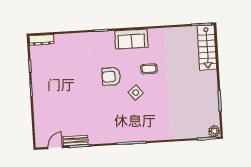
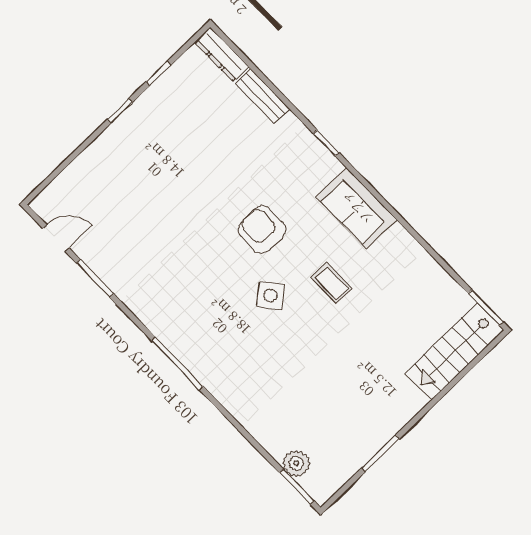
plant: (214, 131) -> (296, 463), moved
bench: (76, 141) -> (262, 96), moved

